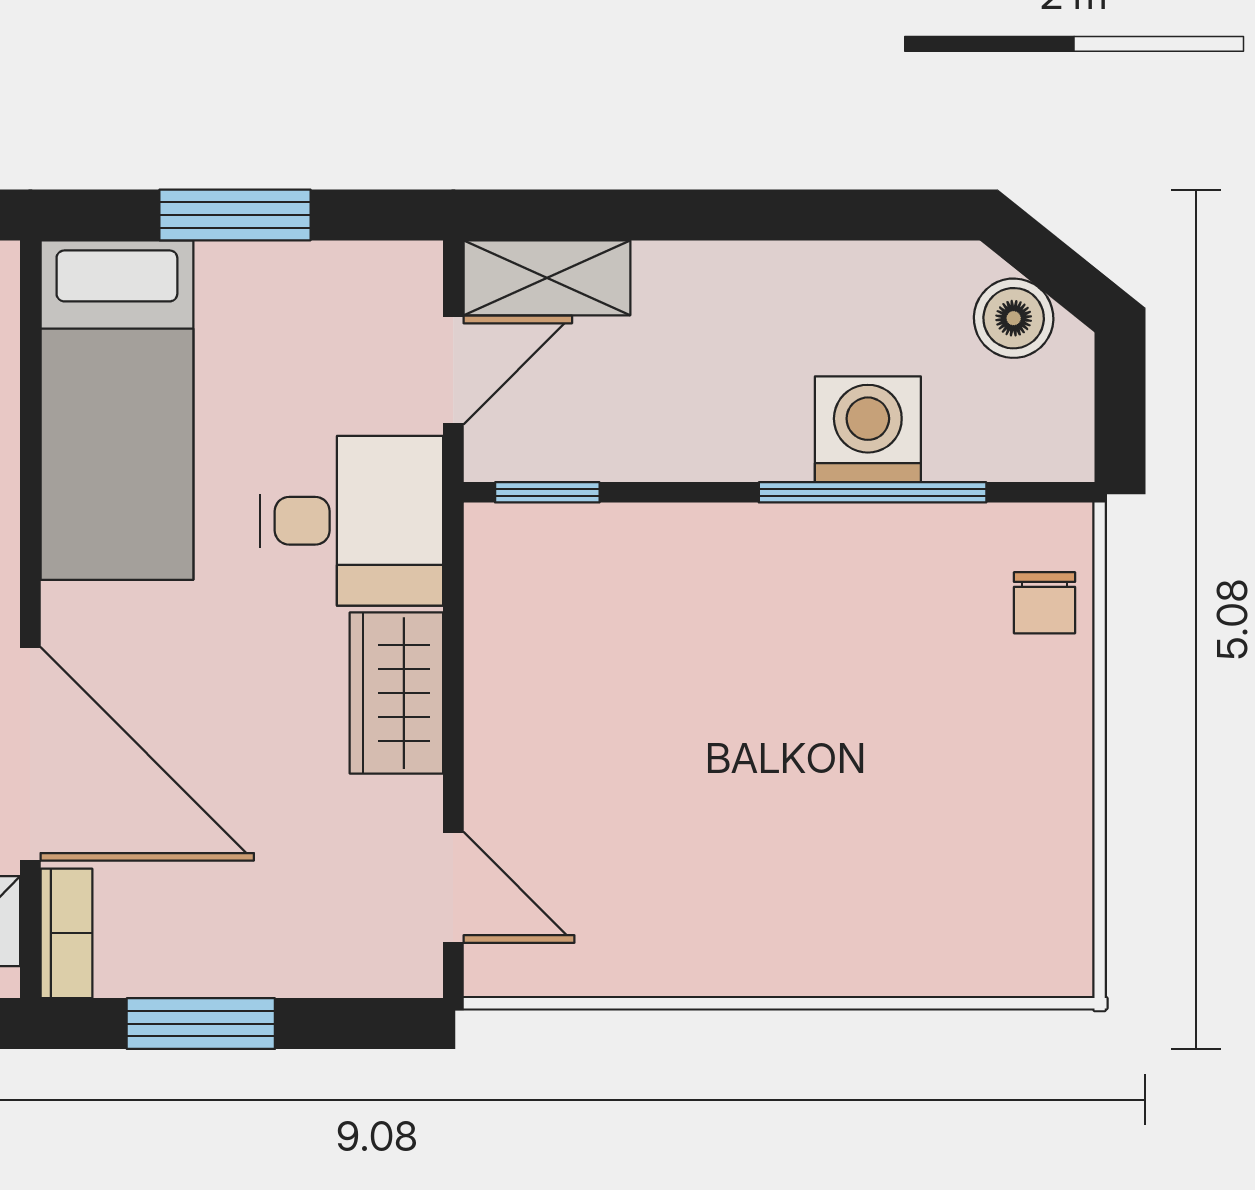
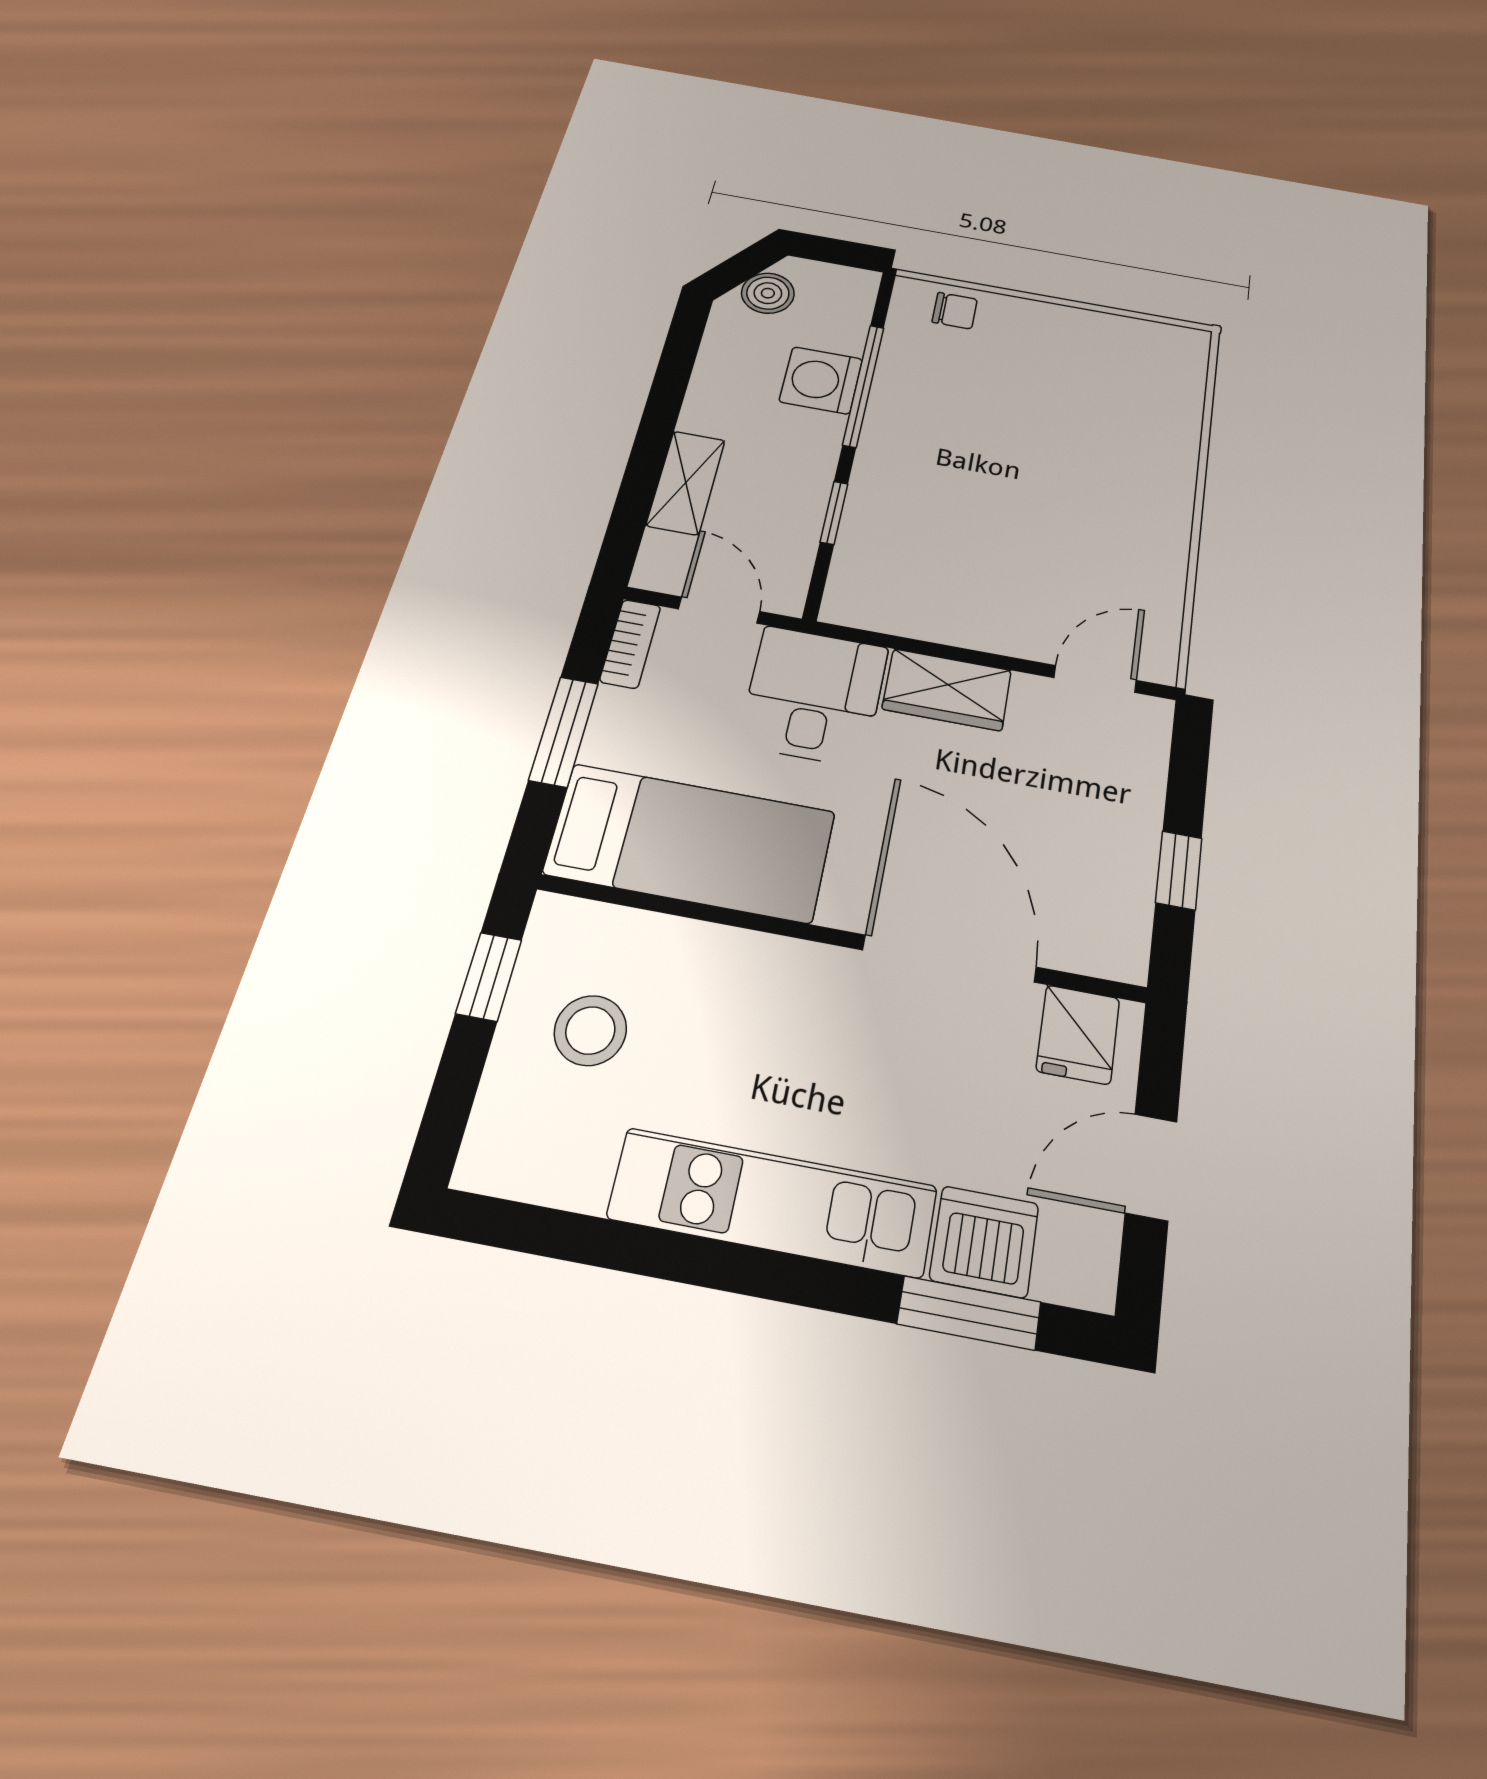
shelving: (547, 278) -> (686, 483), moved
window: (547, 492) -> (834, 513), moved
door: (30, 754) -> (950, 959), hinge flipped
bookcase: (66, 933) -> (630, 644), moved, turned 90
window: (201, 1024) -> (1179, 870), width x0.67

